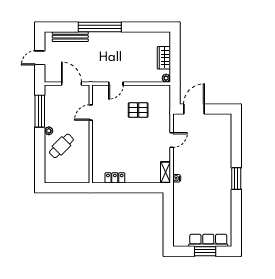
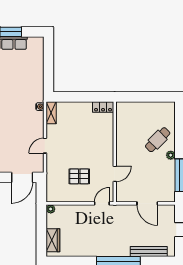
wardrobe: (164, 58) -> (53, 240), moved
door: (91, 113) -> (115, 174), moved
wall: (91, 134) -> (115, 152), moved

